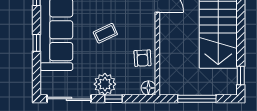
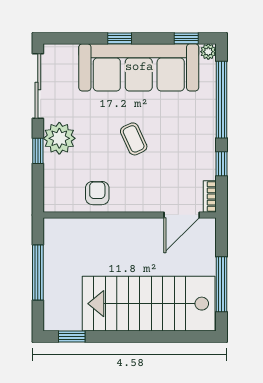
armchair: (142, 58) -> (97, 193), turned 93
floor lamp: (148, 88) -> (54, 202), removed

